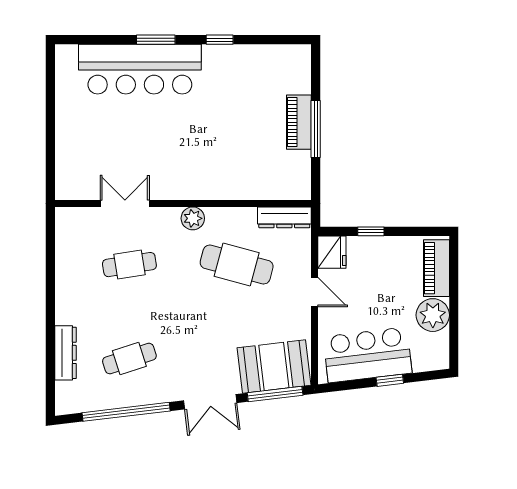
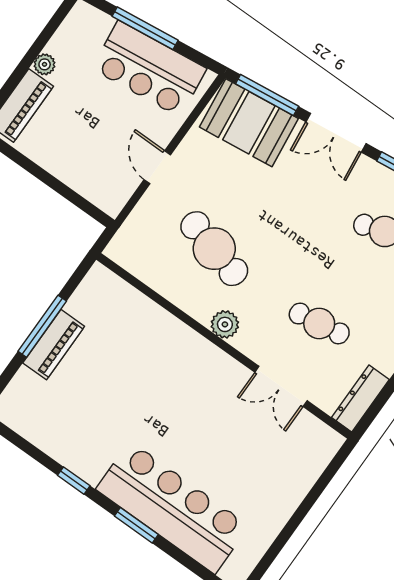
dresser: (284, 217) -> (360, 398), moved, turned -90
window: (371, 231) -> (60, 187), removed
fridge: (332, 252) -> (112, 194), removed
plant: (433, 315) -> (45, 64), width x0.53, depth x0.53
window: (390, 380) -> (145, 28), width x2.17
double door: (210, 402) -> (336, 133), swing flipped

